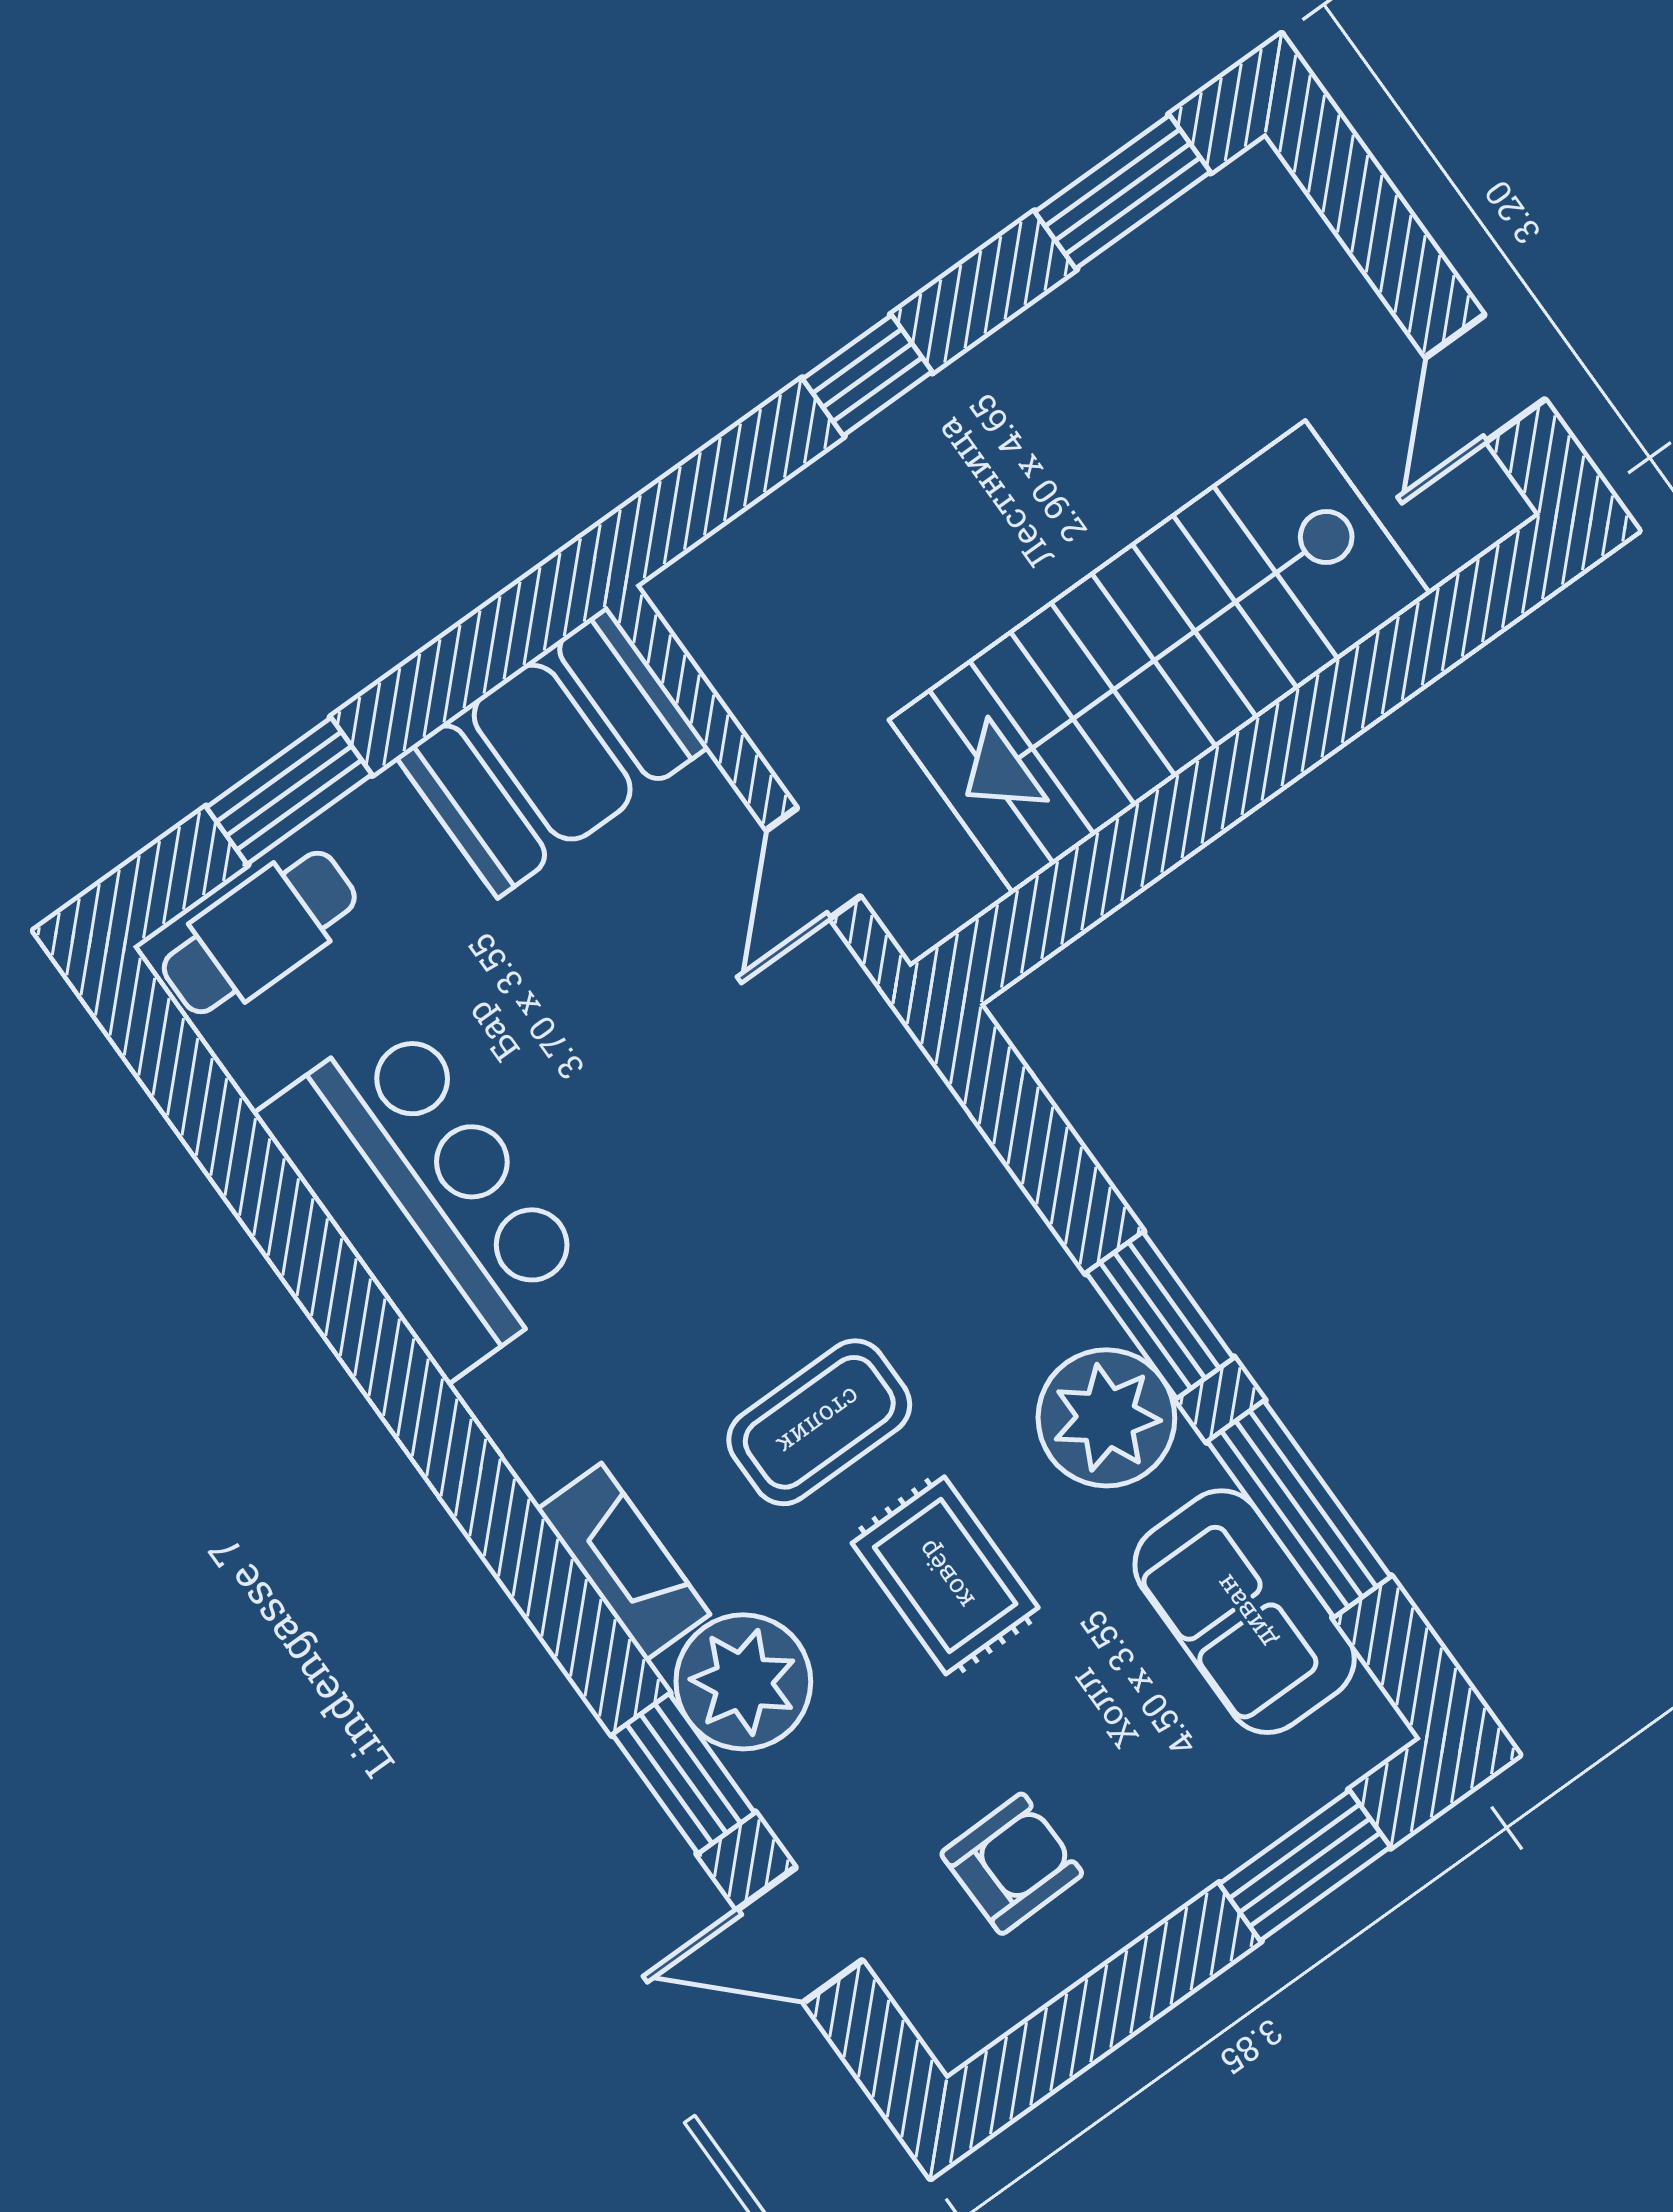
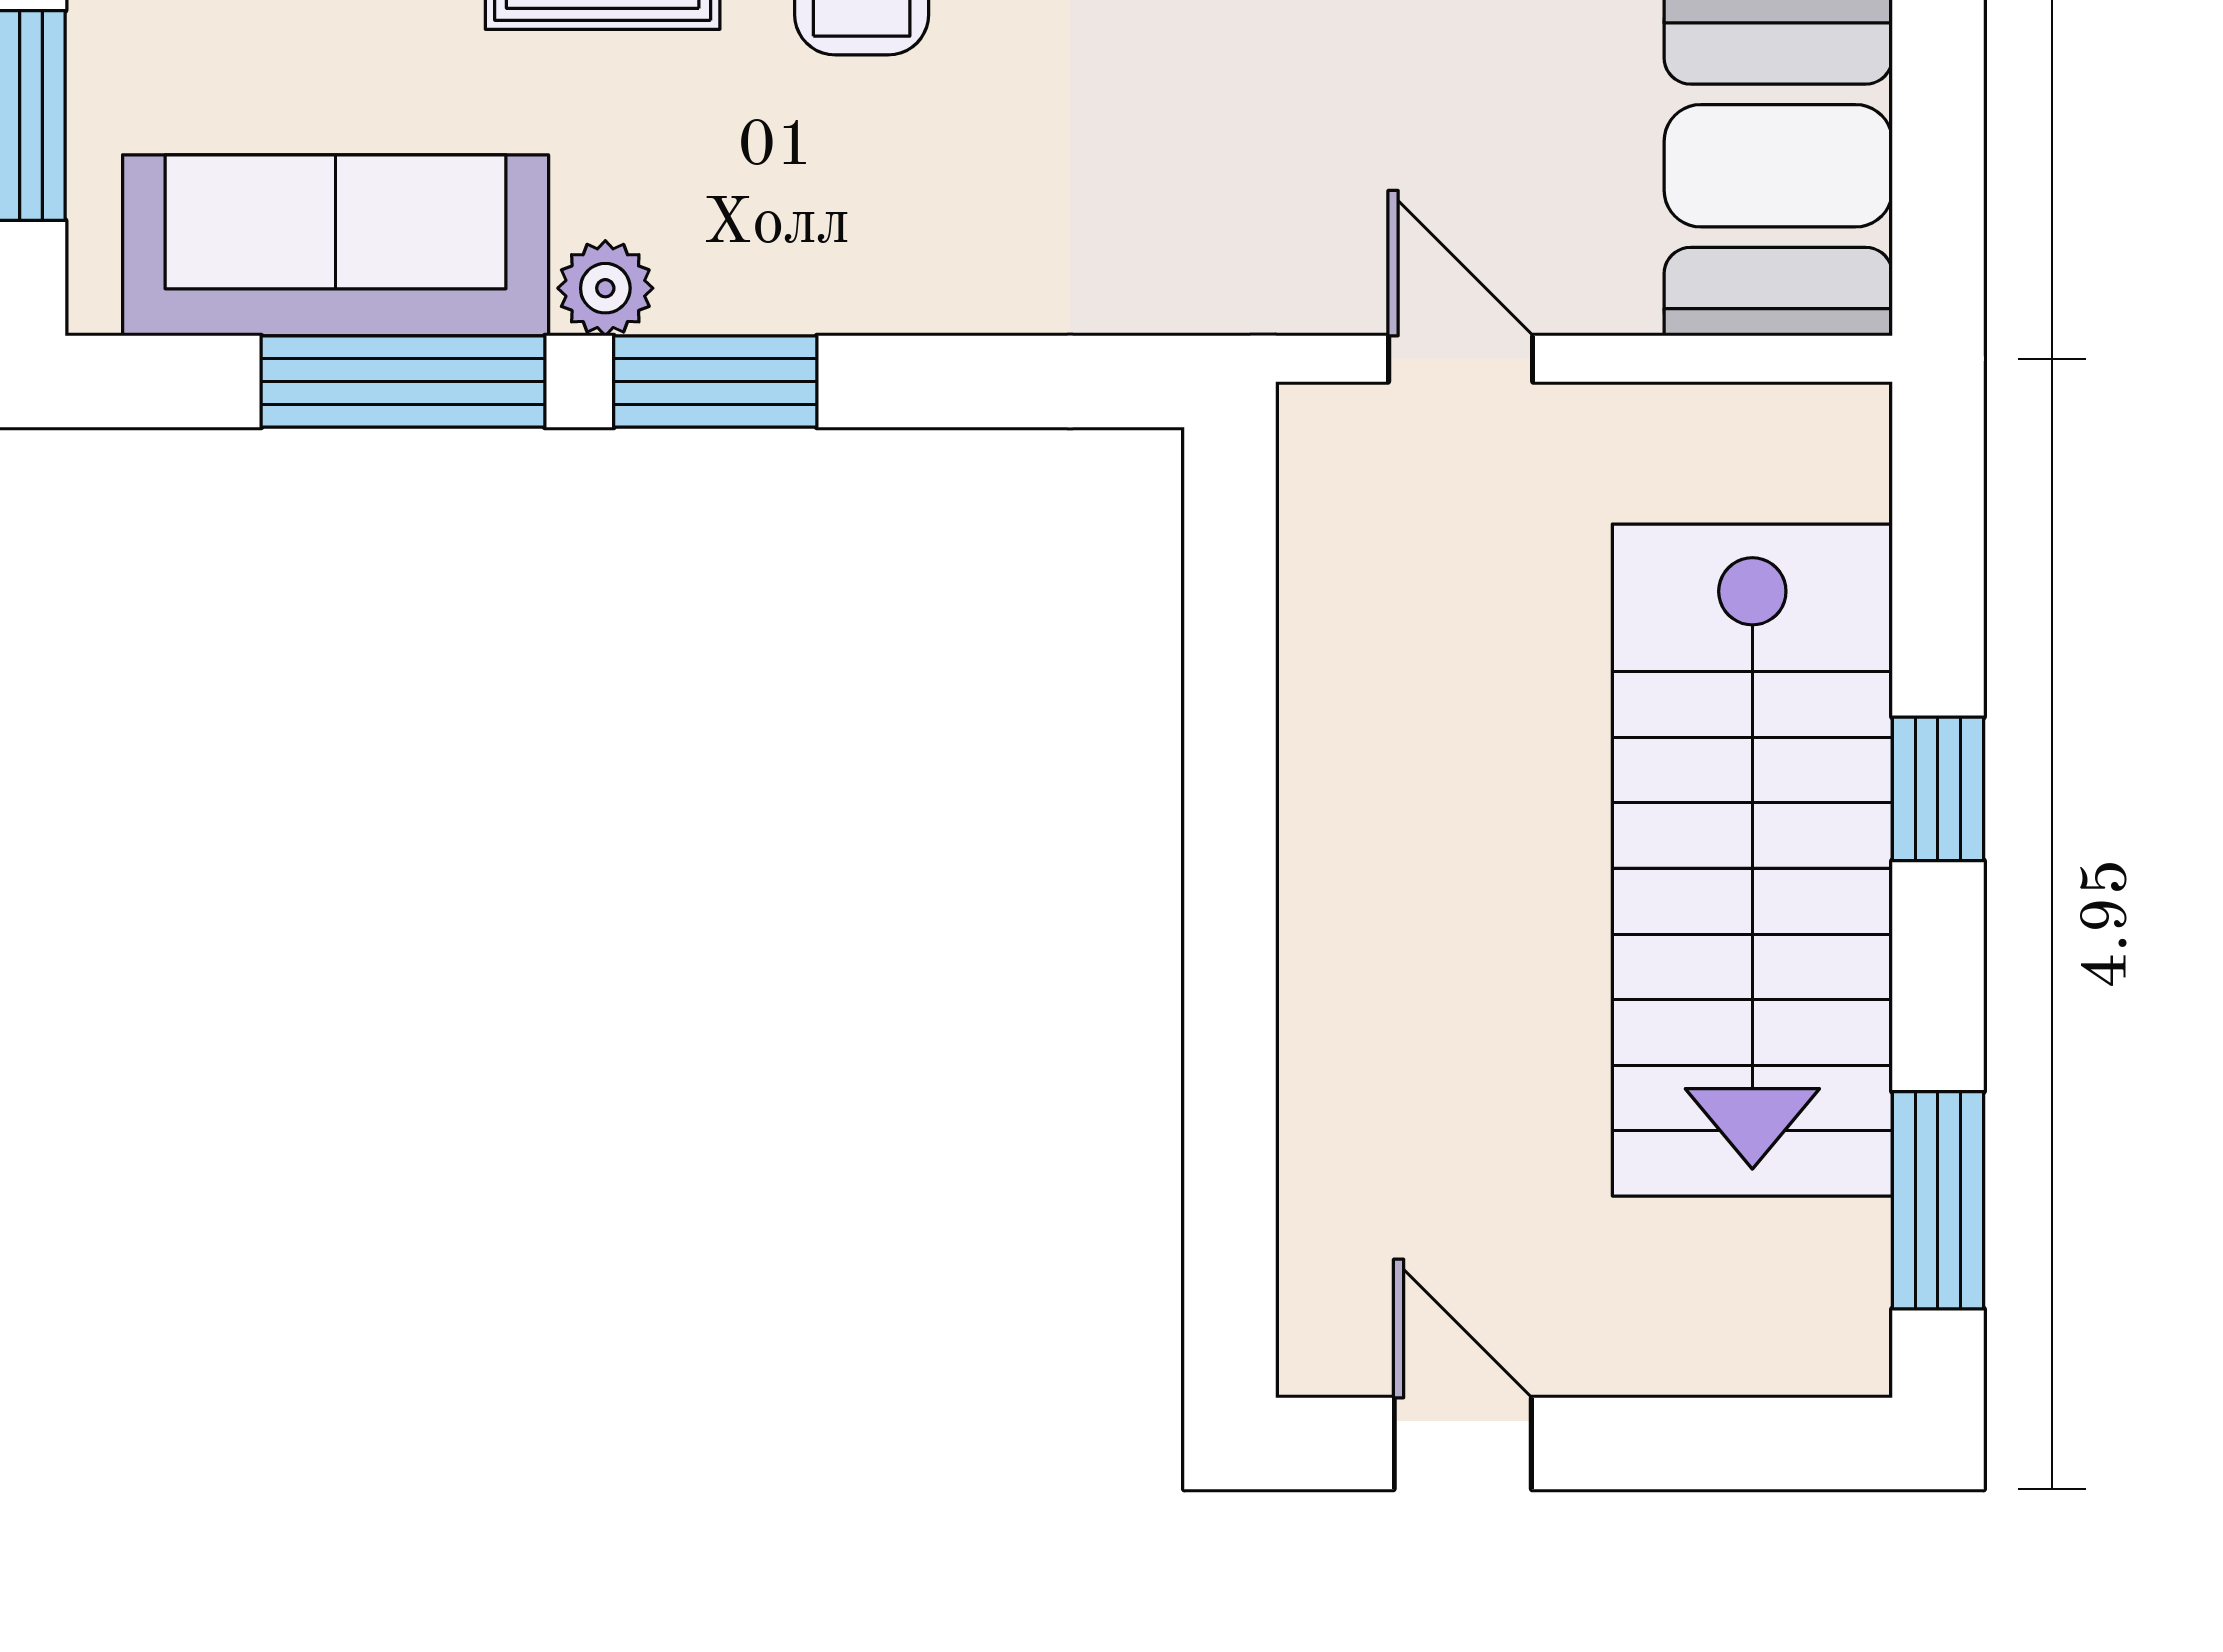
stairs: (1159, 657) -> (1752, 860), moved, turned 180
plant: (1106, 1418) -> (605, 288), width x0.53, depth x0.53
sofa: (1245, 1612) -> (336, 245), width x1.36

